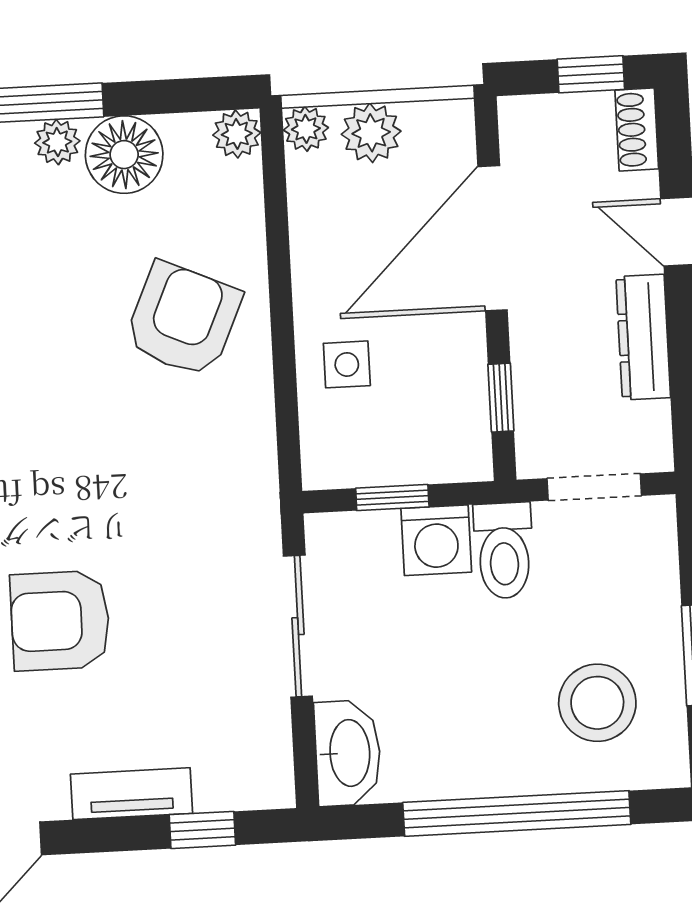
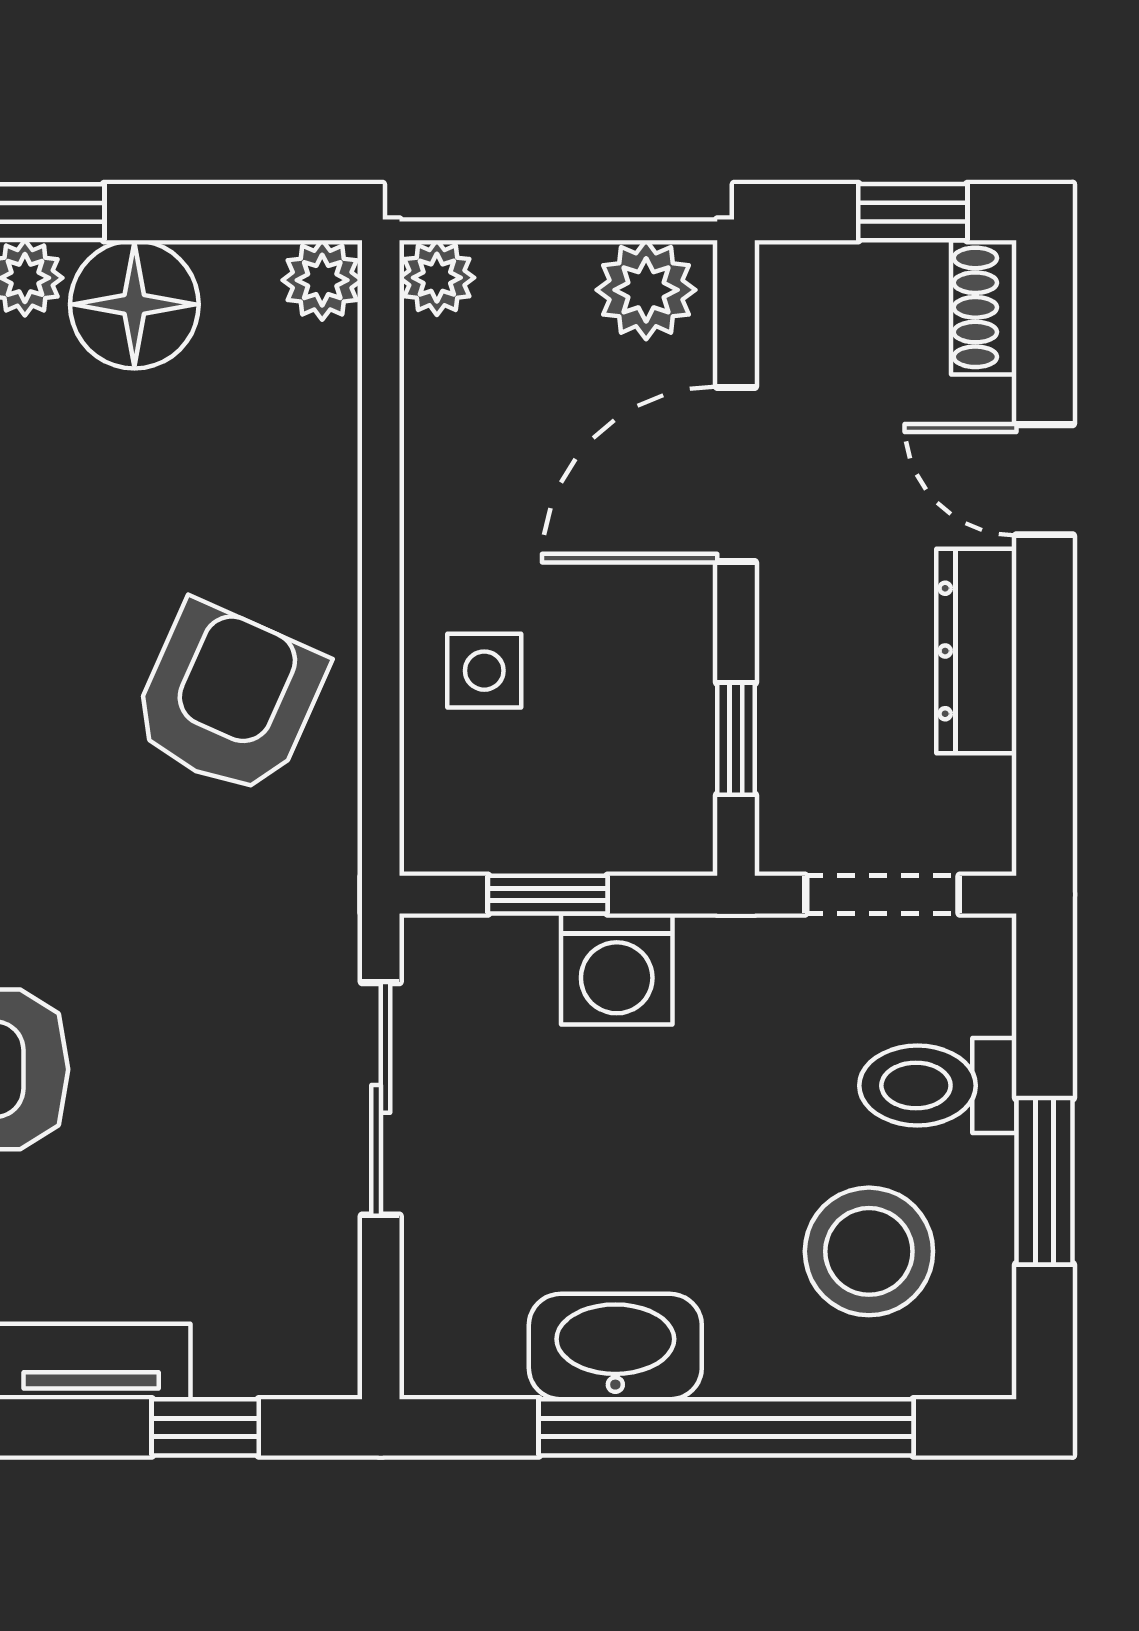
plant: (371, 133) -> (646, 290), moved
door: (493, 238) -> (736, 475), width x0.73
armchair: (183, 319) -> (228, 699), moved
toilet: (504, 551) -> (938, 1086), moved, turned 90
washbasin: (348, 753) -> (615, 1347), moved, turned -90

